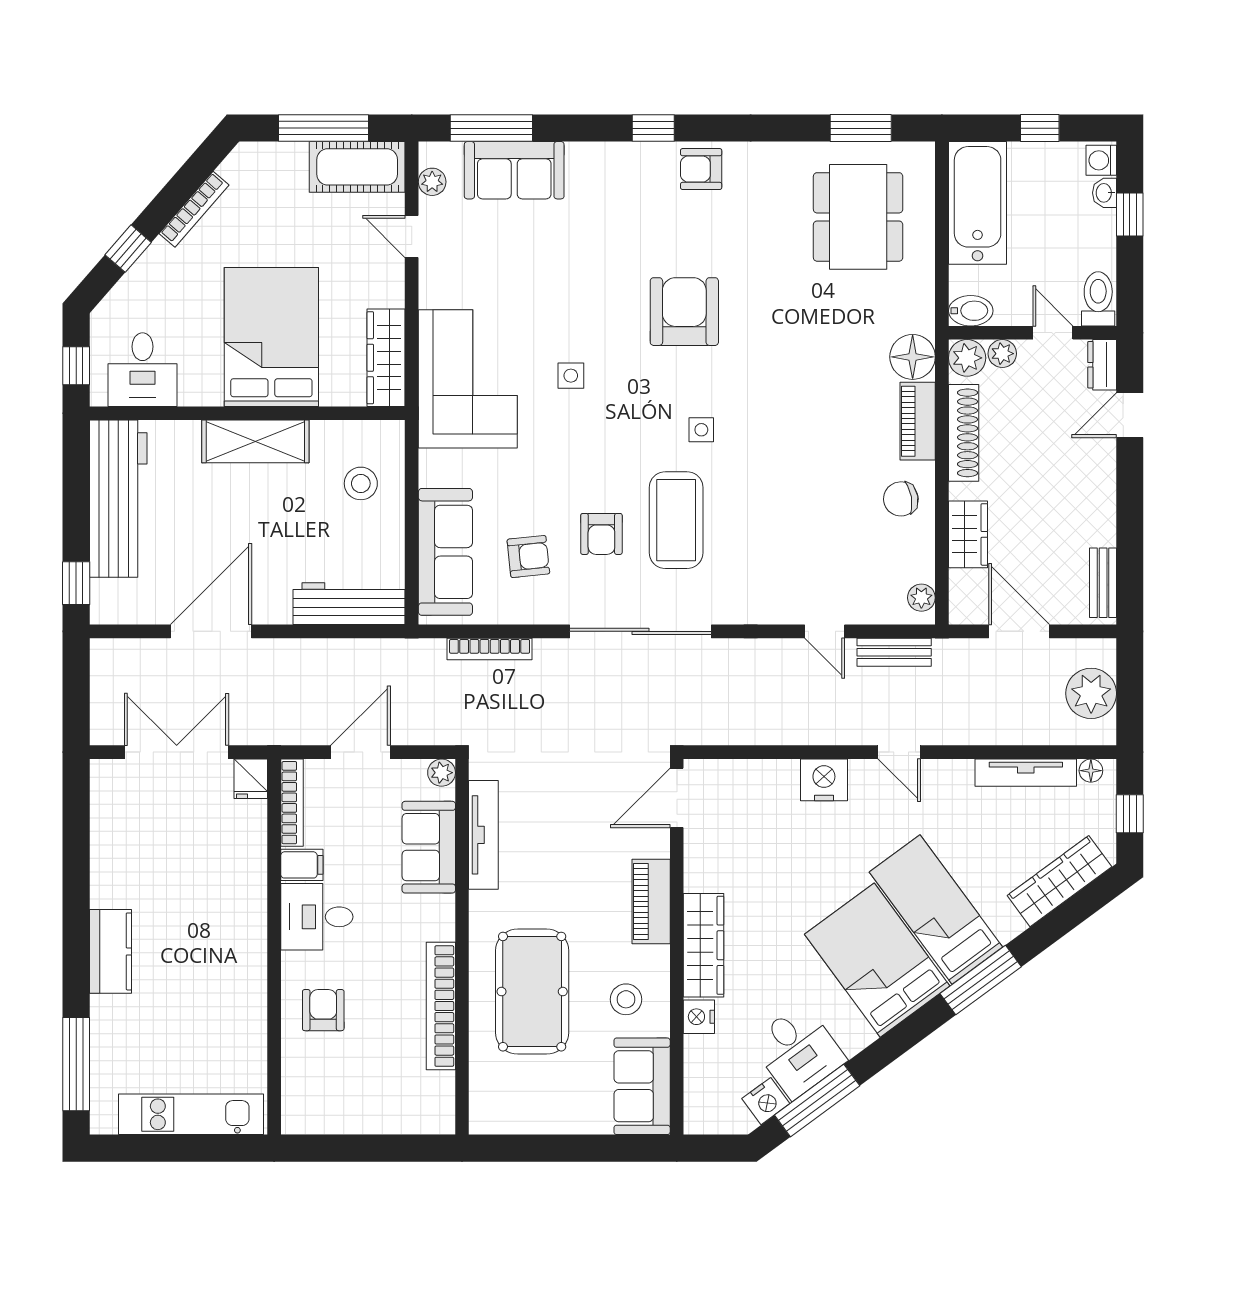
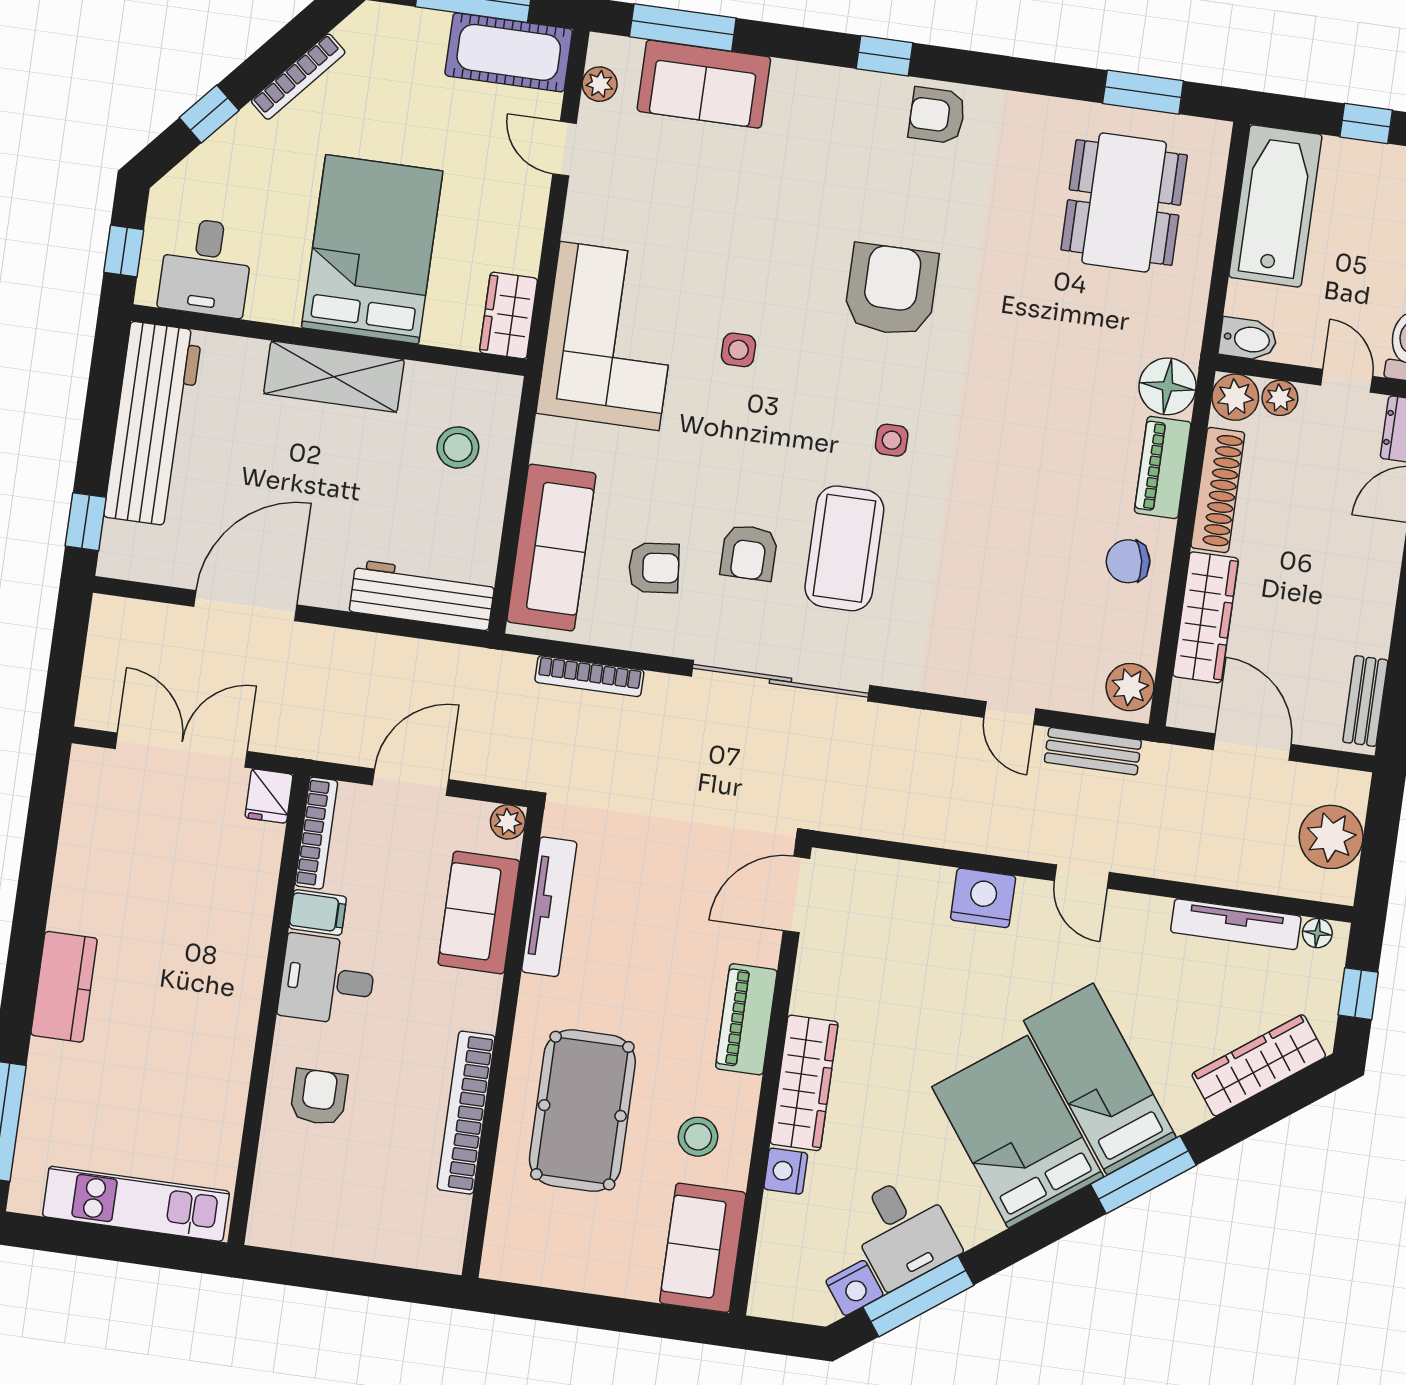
wardrobe: (386, 358) -> (509, 315), width x0.67
wardrobe: (968, 534) -> (1206, 617), width x1.50
plant: (921, 598) -> (1130, 687), width x1.38, depth x1.38

